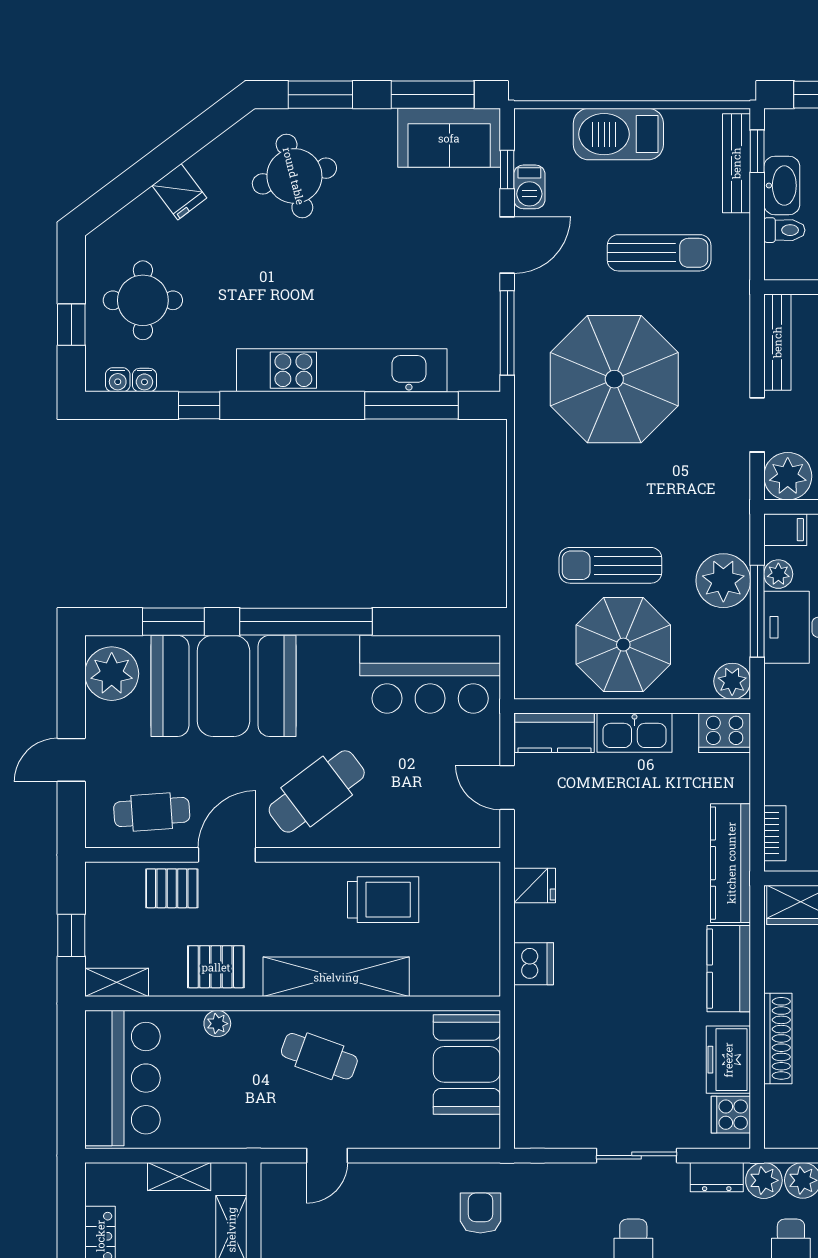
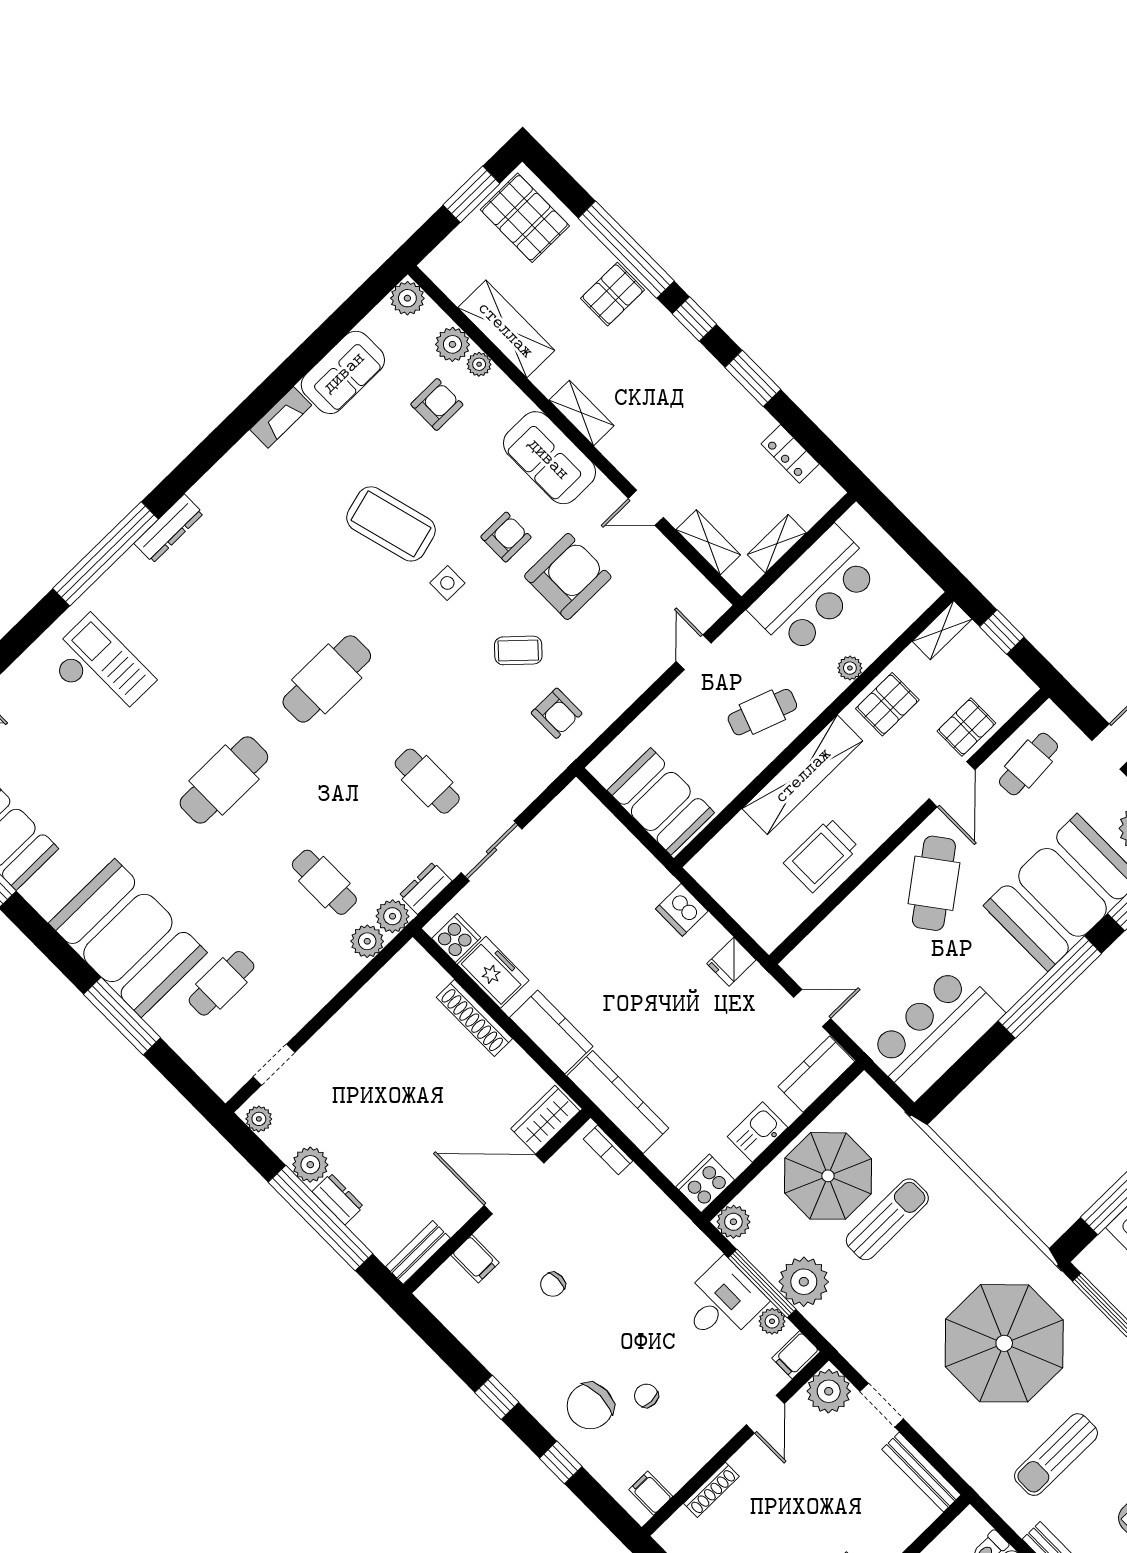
kitchen sink: (634, 733) -> (758, 1132), width x0.73
bar counter: (122, 1078) -> (814, 591), moved, turned -90

